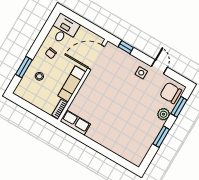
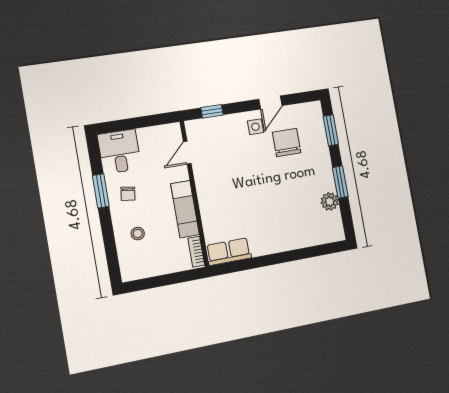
door: (96, 57) -> (187, 153), width x0.53
window: (24, 67) -> (101, 191), moved
door: (159, 67) -> (270, 102), swing flipped
chair: (171, 93) -> (287, 142), moved, turned 90
plant: (163, 114) -> (330, 201), moved

